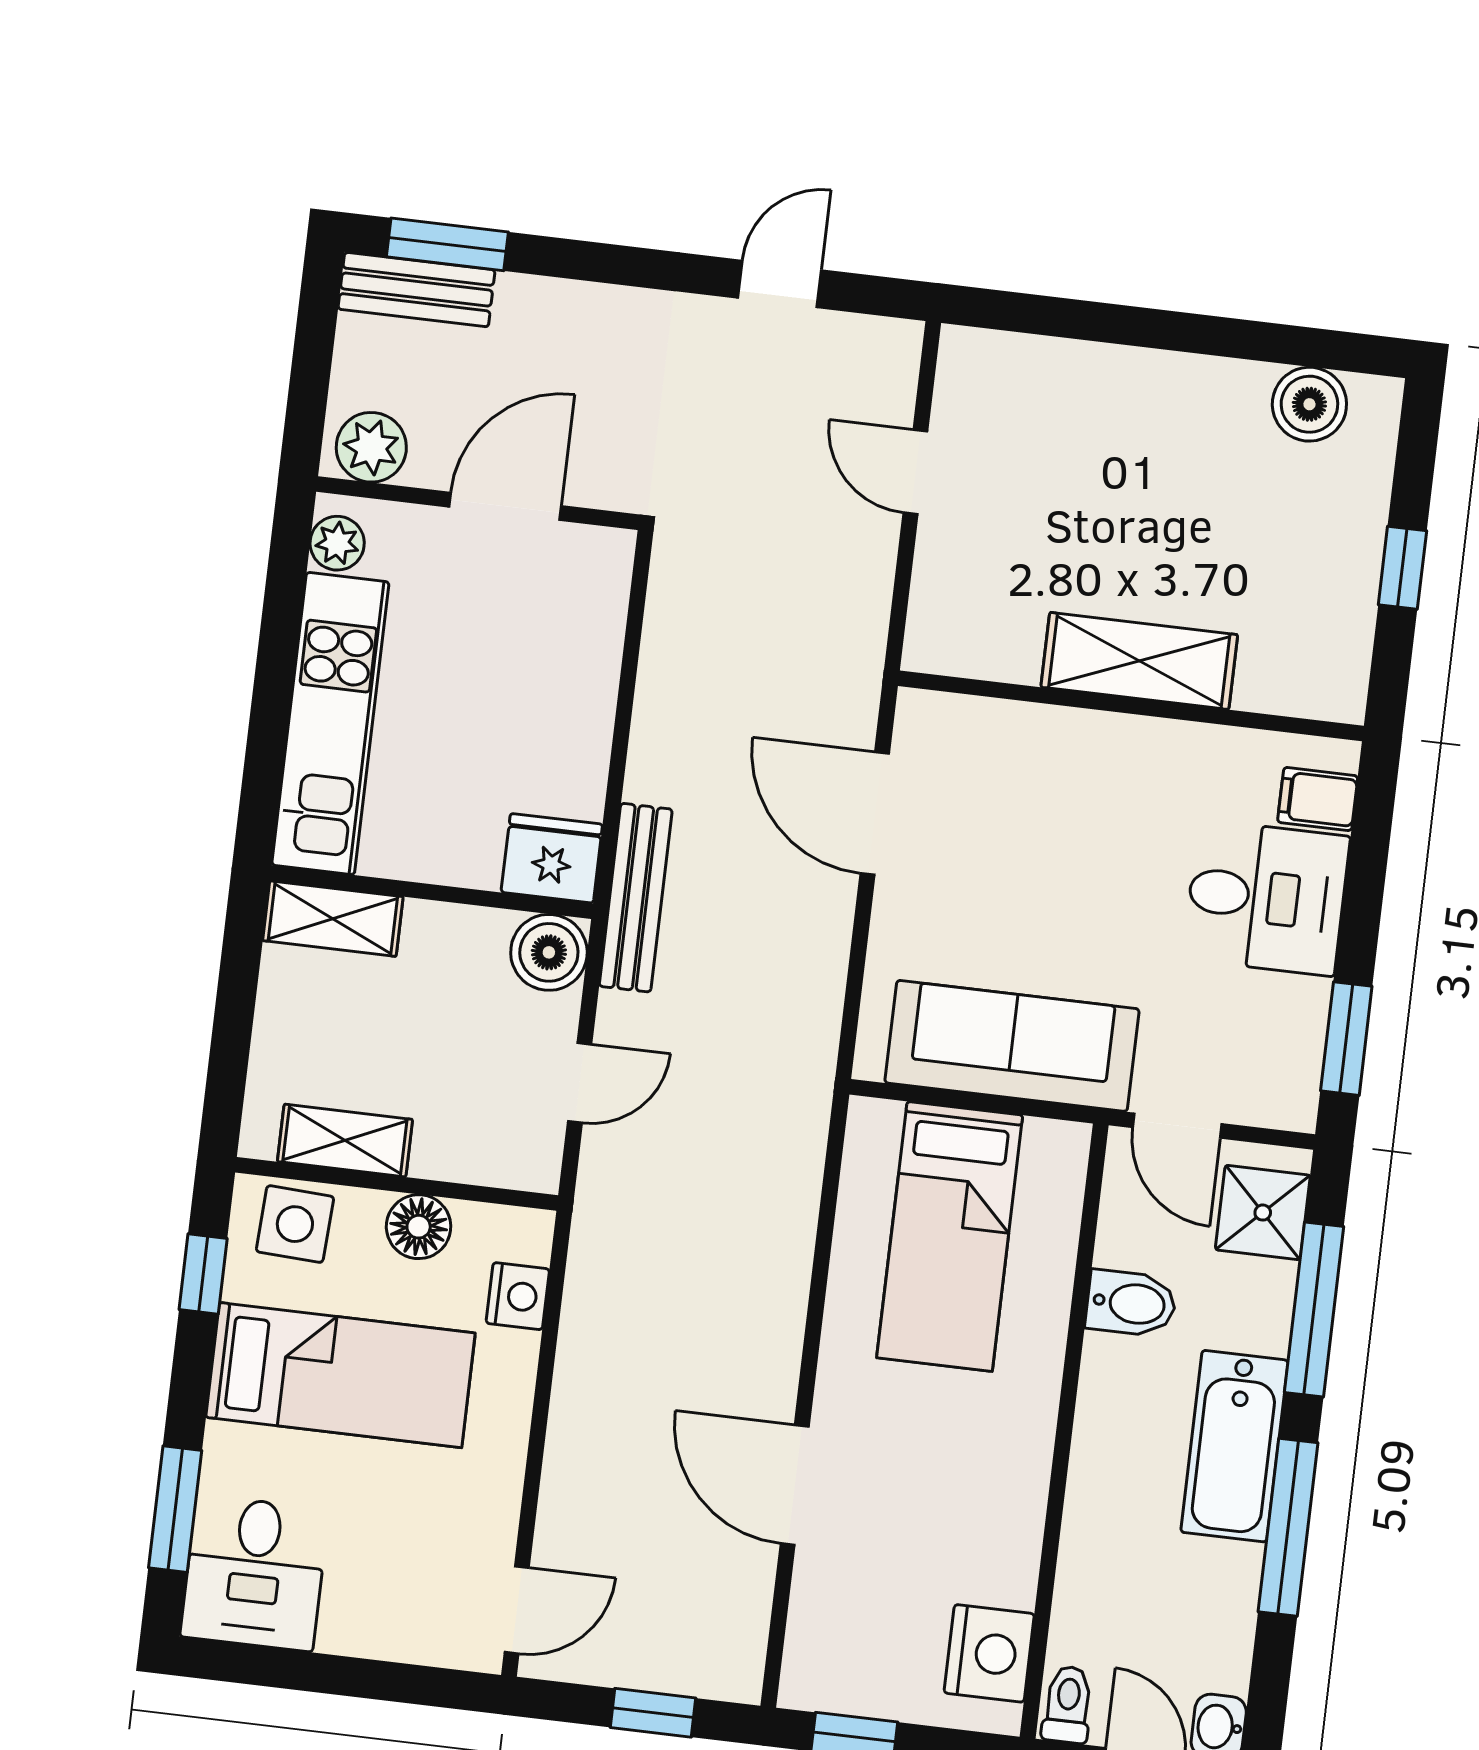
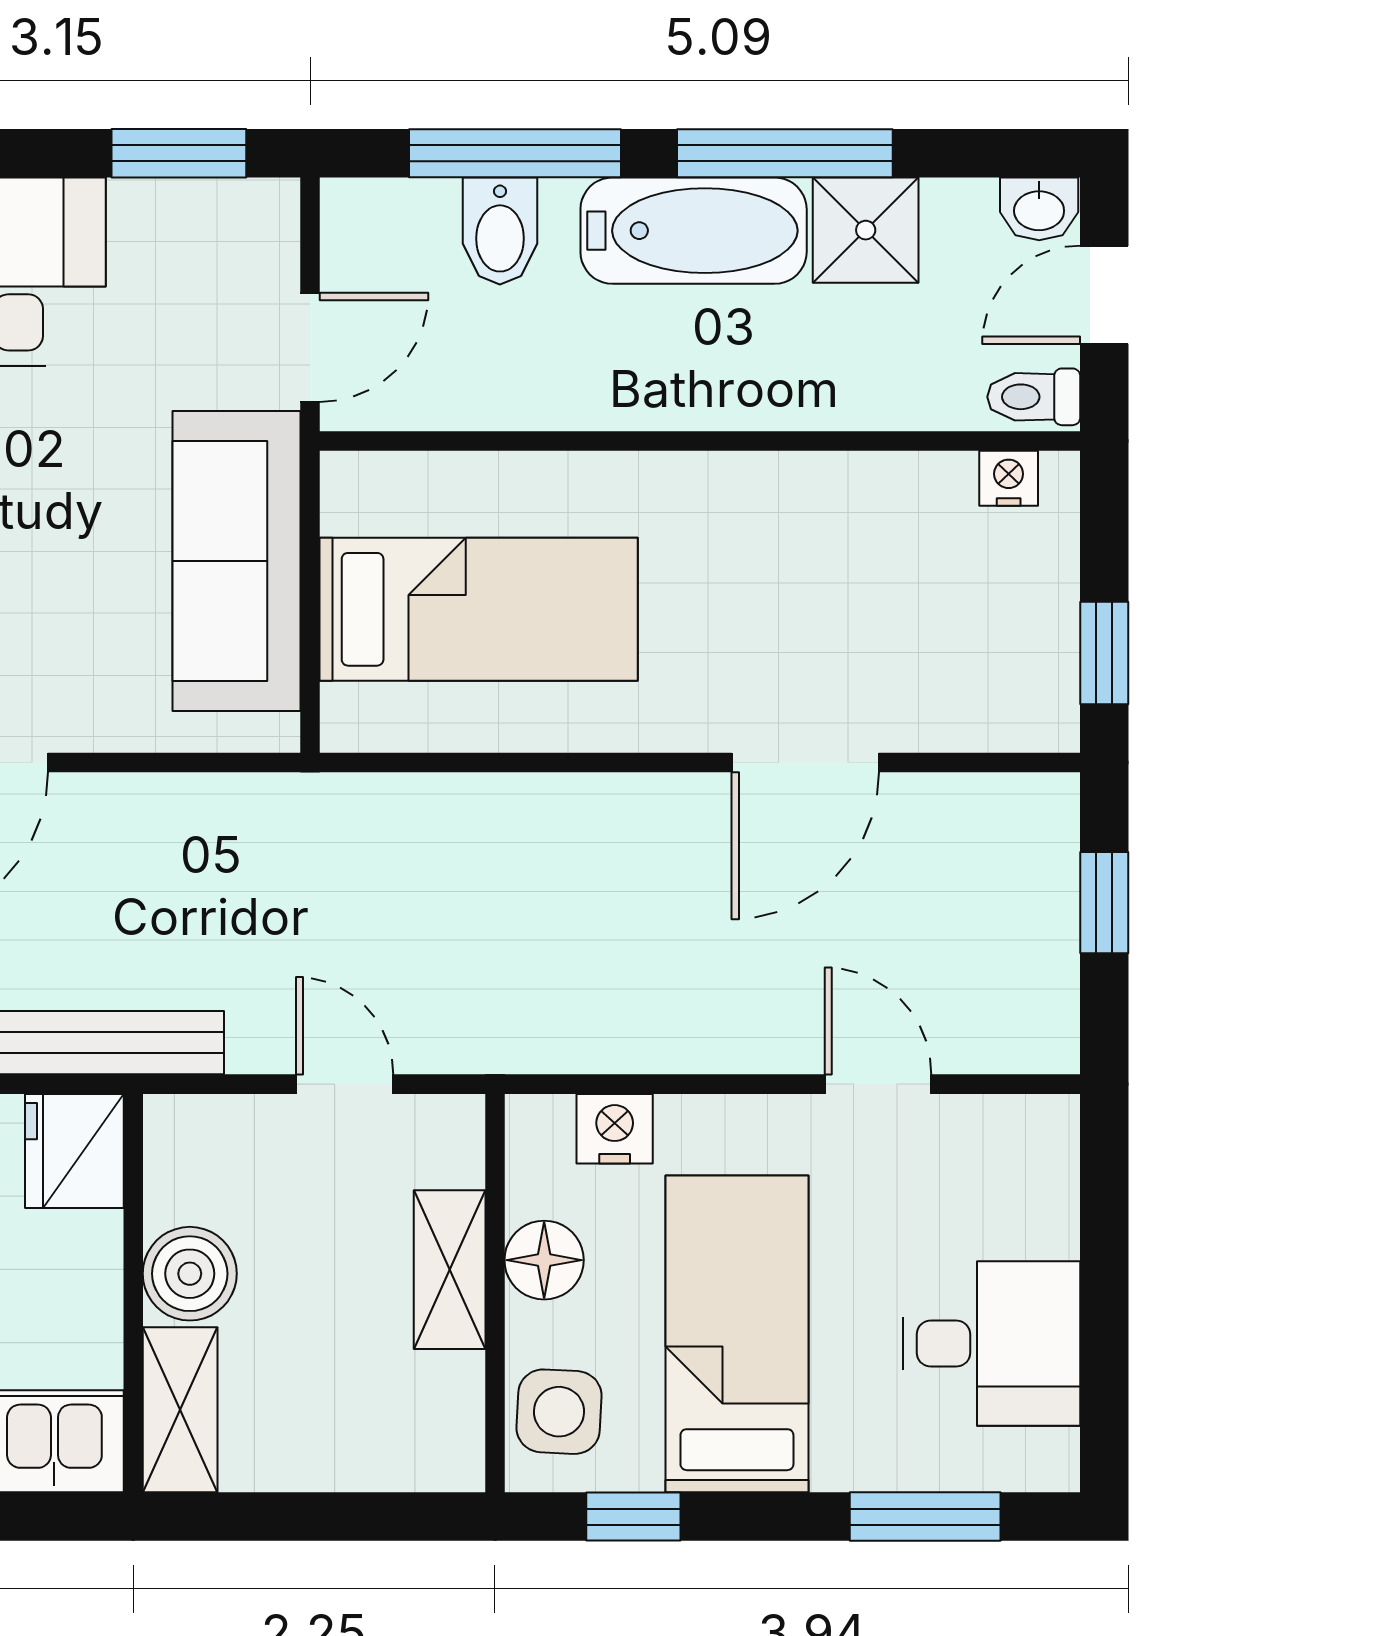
boiler: (549, 952) -> (190, 1274), moved
shelving: (345, 1140) -> (450, 1270), moved
shower: (1263, 1213) -> (866, 230), moved
bidet: (1131, 1303) -> (500, 231), moved, turned 180
desk: (254, 1573) -> (991, 1344), moved
door: (517, 1610) -> (878, 1084), moved
nightstand: (989, 1653) -> (1009, 478), width x0.53, depth x0.56

